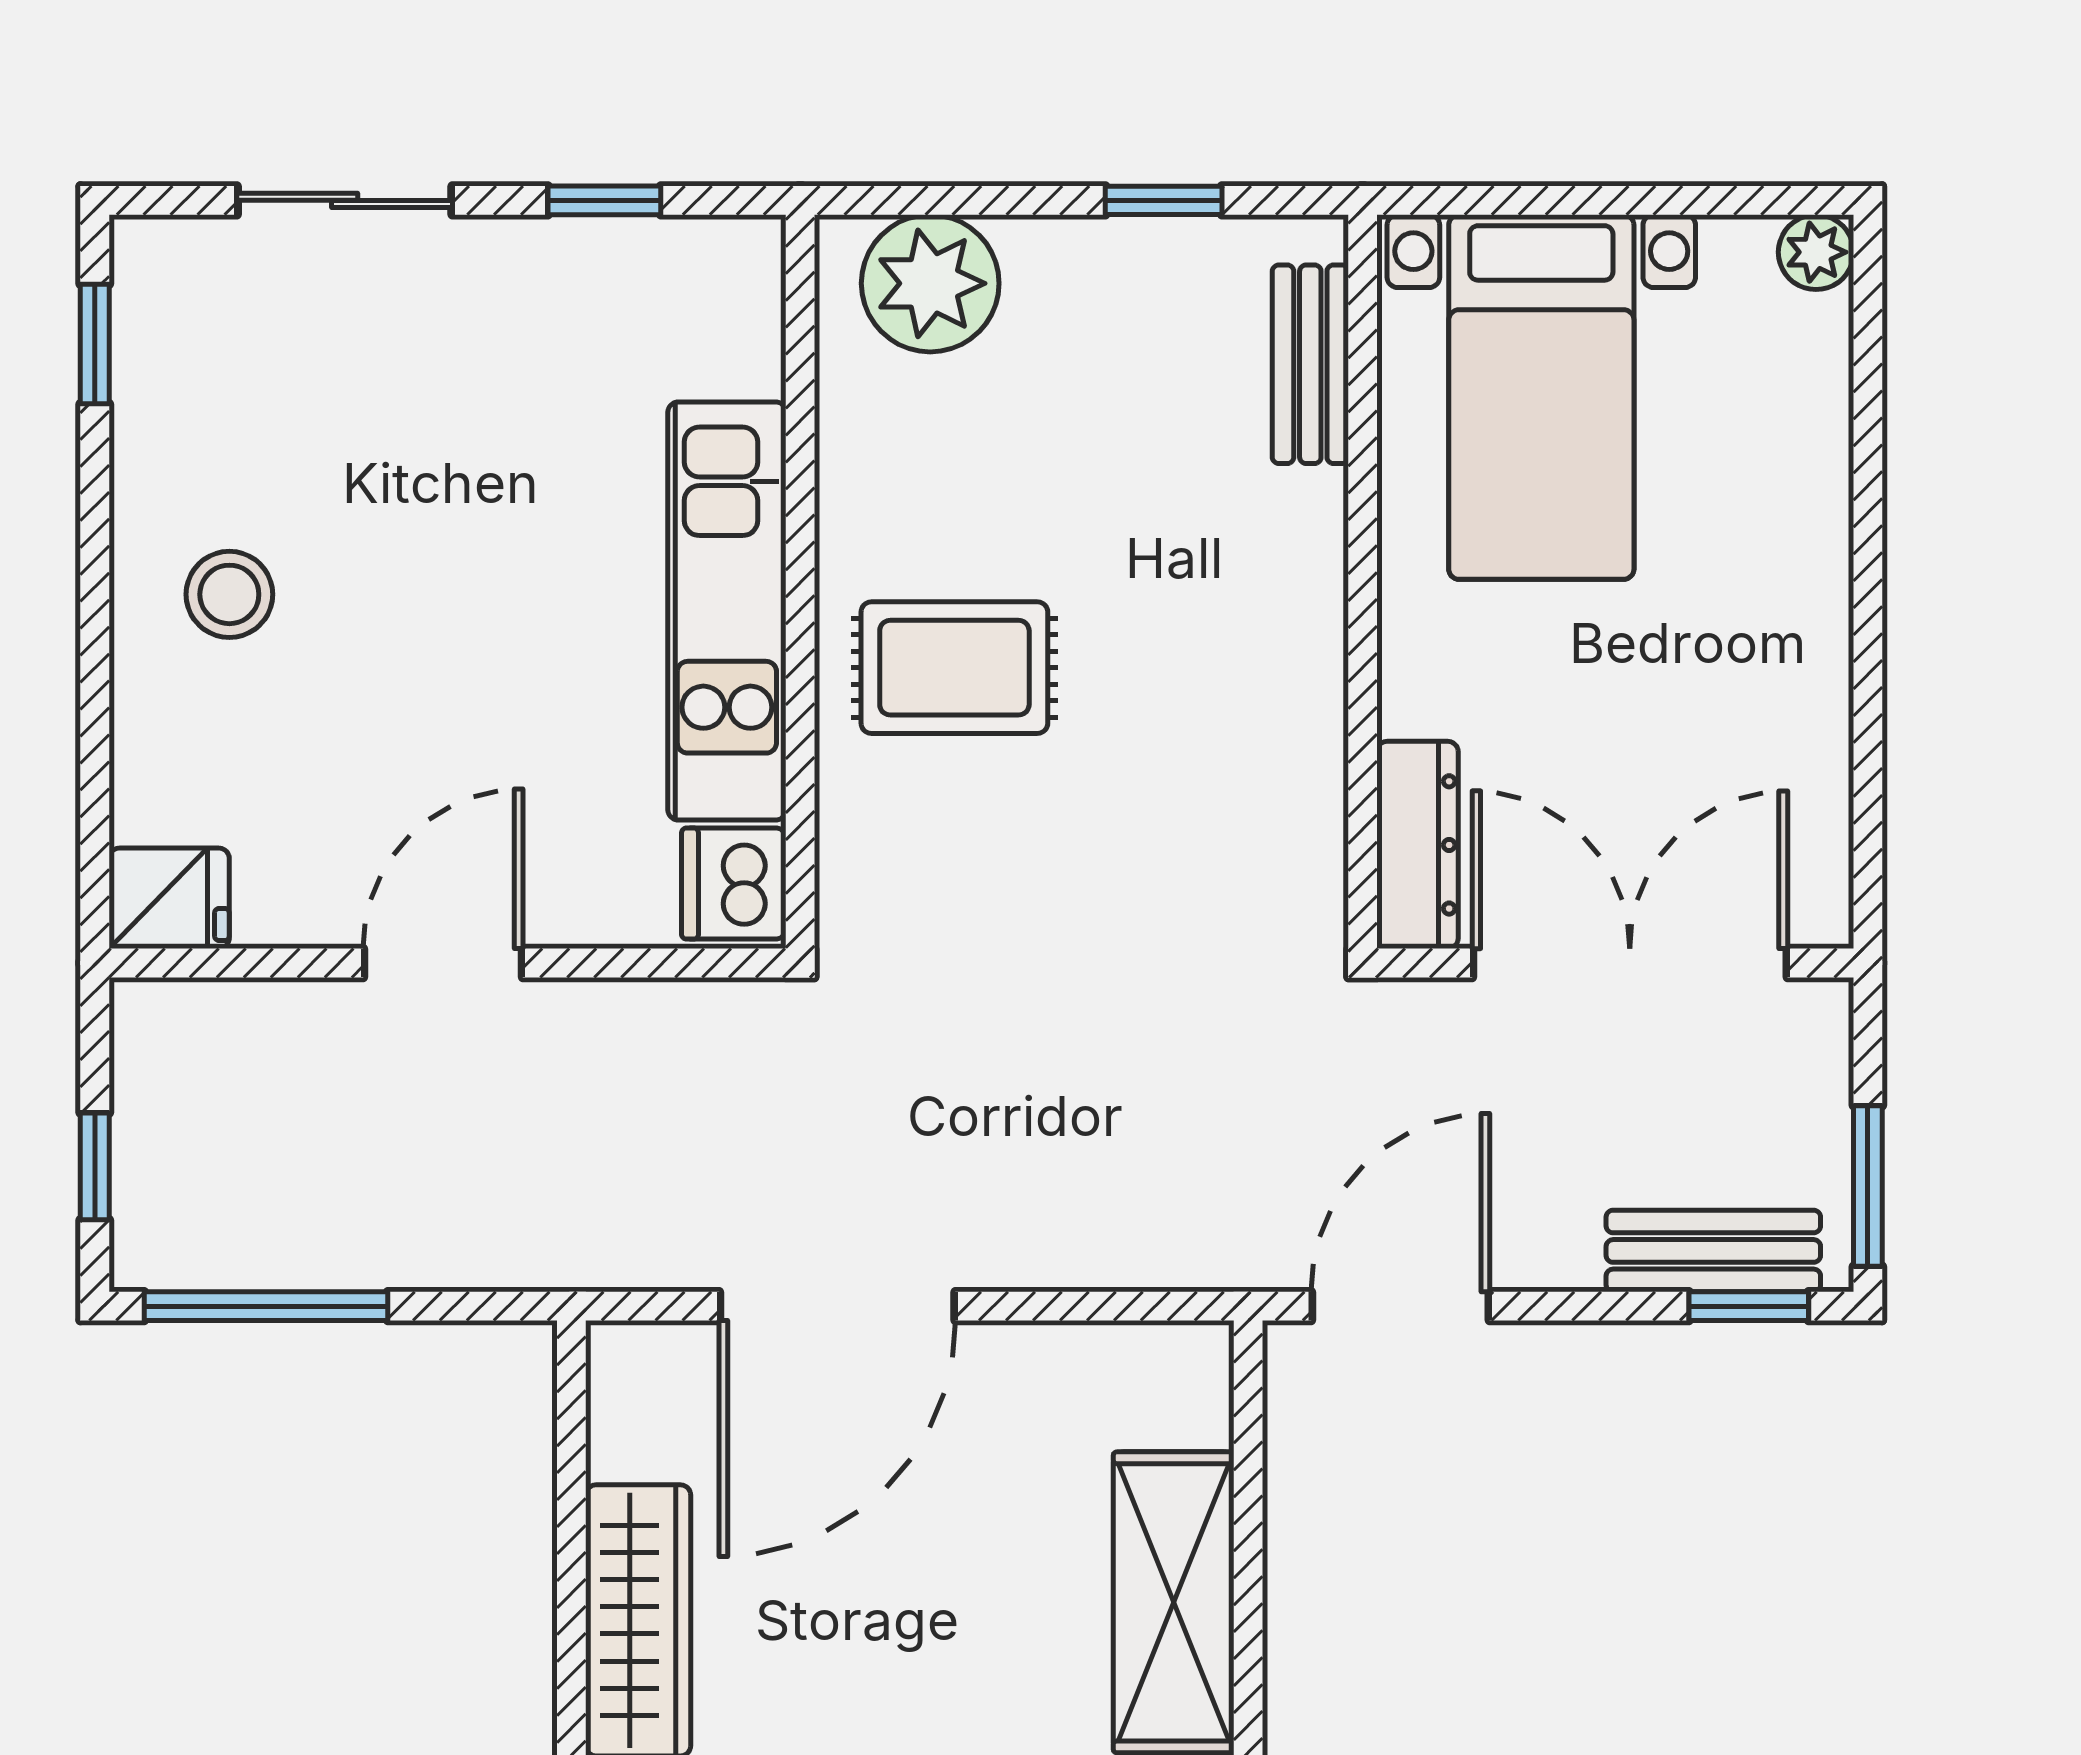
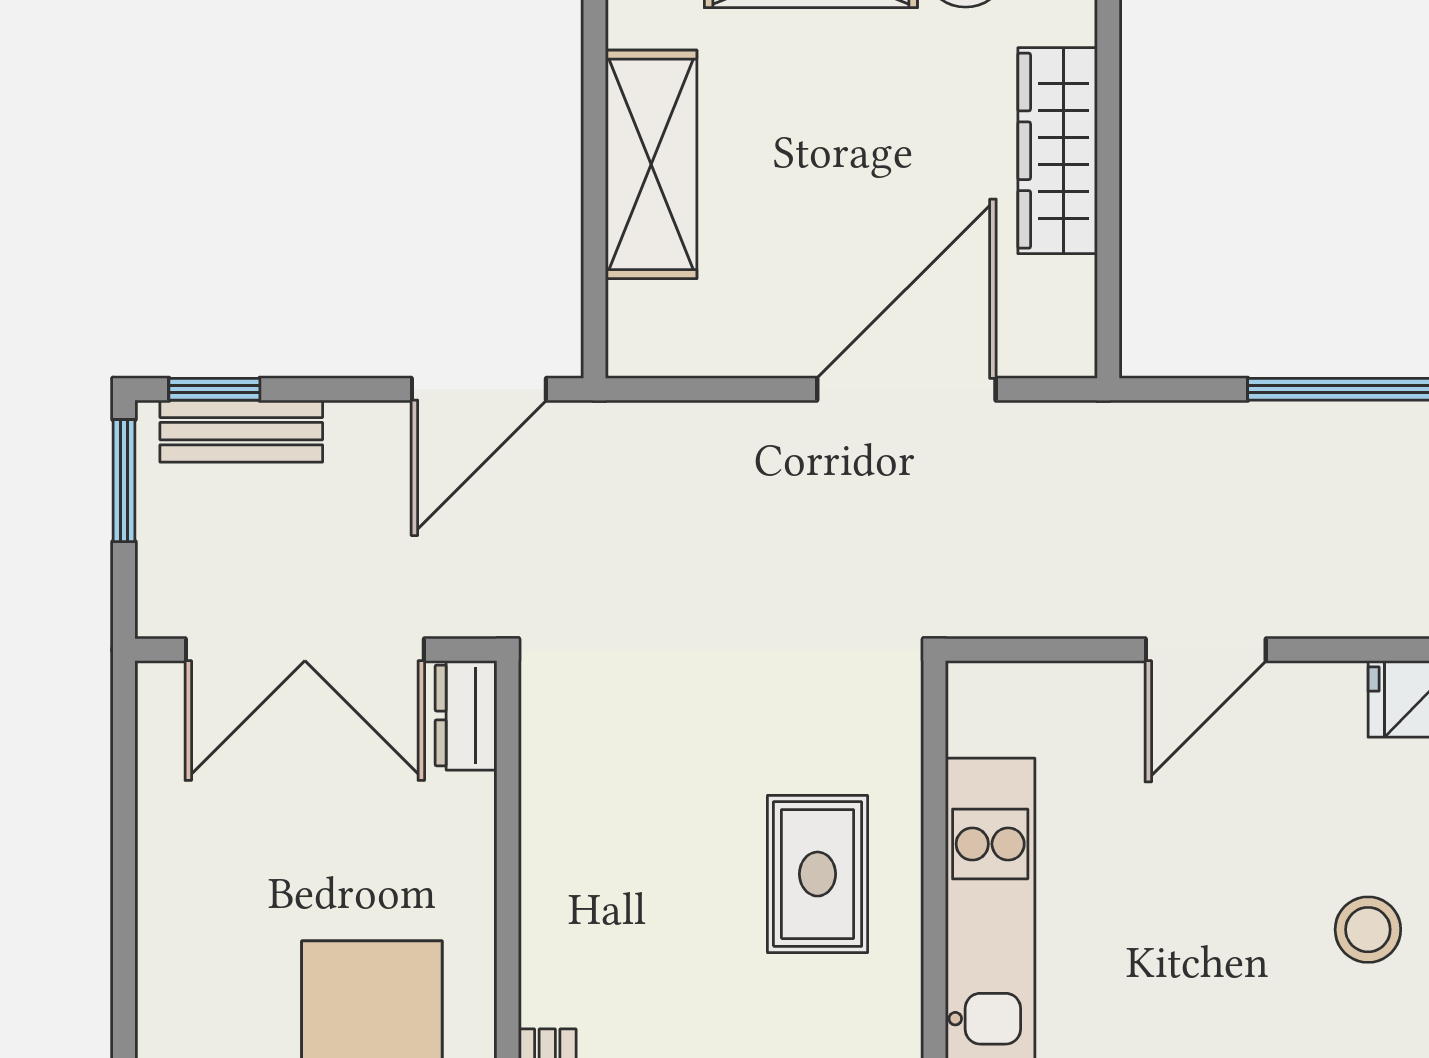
rug: (954, 668) -> (817, 874), turned 90
dresser: (1417, 845) -> (466, 715), width x0.70
dishwasher: (734, 884) -> (985, 710), removed

